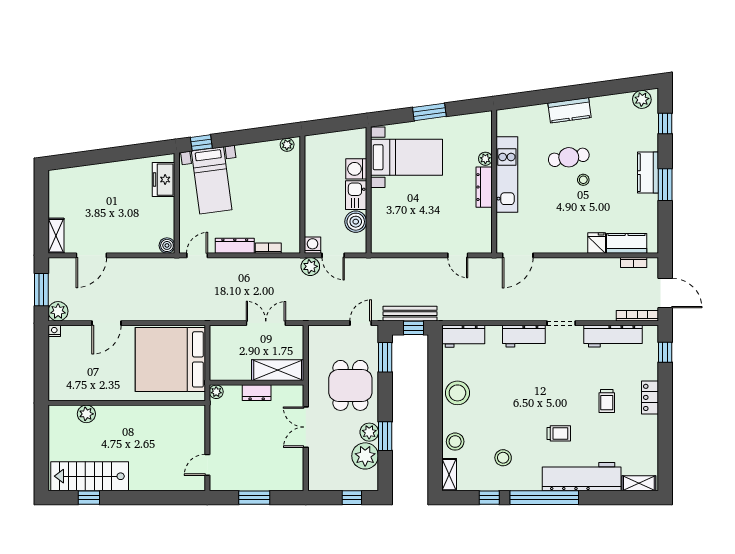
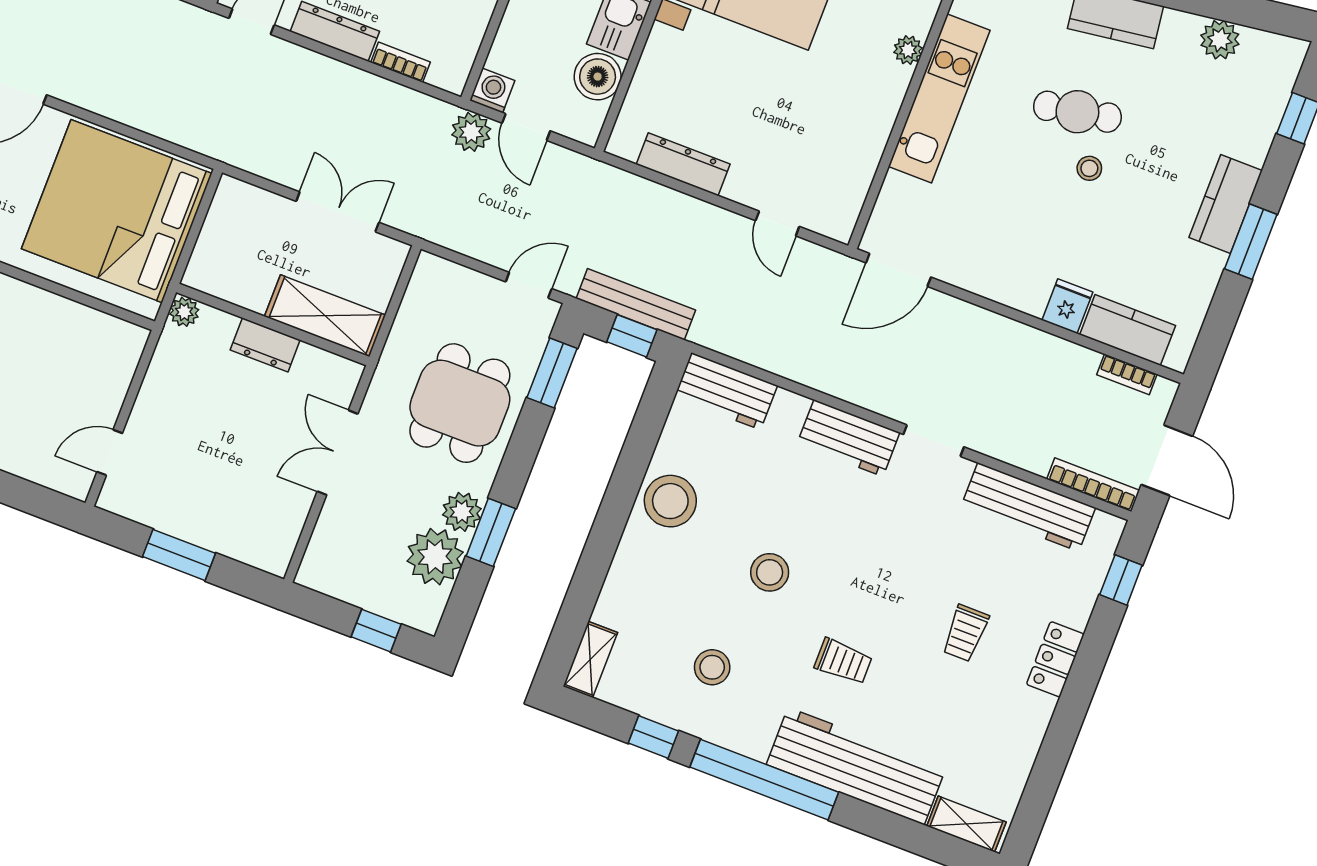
plant: (642, 99) -> (1220, 40), moved
dresser: (484, 187) -> (683, 164), moved, turned 90
stool: (455, 442) -> (770, 572), moved

